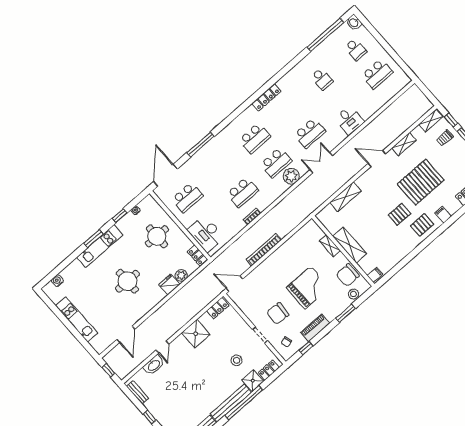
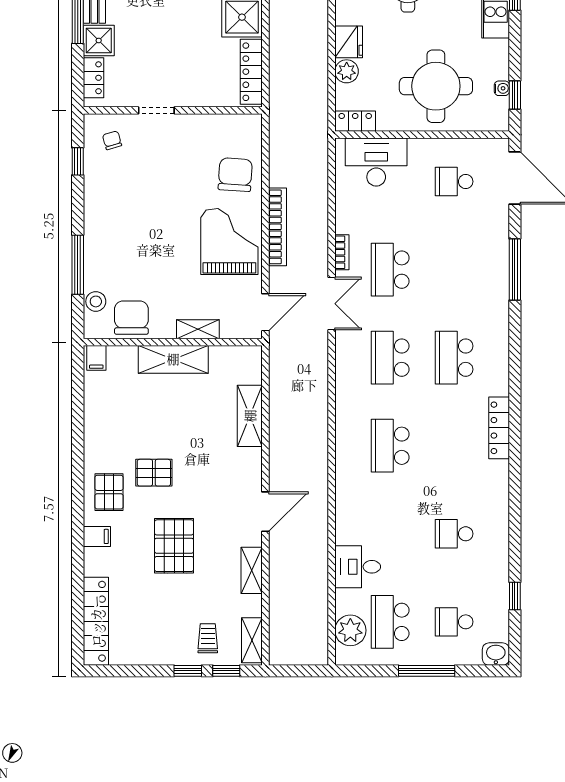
window: (325, 35) -> (515, 596), width x0.32
window: (384, 43) -> (427, 671), added
desk: (349, 120) -> (358, 567), moved
double door: (321, 163) -> (332, 304), moved
plant: (291, 176) -> (350, 630), moved
pallet: (421, 182) -> (174, 546), width x0.73, depth x0.71
school desk: (187, 197) -> (454, 182), width x0.54
pallet: (399, 214) -> (154, 473), turned 90
window: (120, 216) -> (515, 95), moved
round table: (157, 236) -> (436, 86), width x1.36, depth x1.36
door: (234, 284) -> (265, 312), moved
grand piano: (308, 287) -> (229, 241), moved, turned 180
locker: (218, 308) -> (251, 72), width x1.53
window: (345, 313) -> (78, 265), width x1.44
chair: (278, 314) -> (235, 175), moved
piano: (315, 328) -> (96, 201), removed
stool: (237, 360) -> (149, 43), removed

